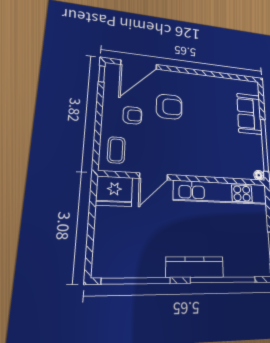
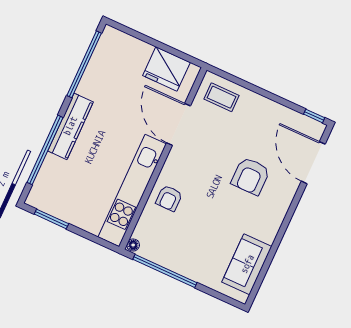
sofa: (249, 114) -> (247, 264), moved, turned -90
armchair: (132, 115) -> (169, 198), moved
door: (154, 176) -> (178, 124), width x1.36
fridge: (114, 191) -> (166, 69), moved, turned -90

